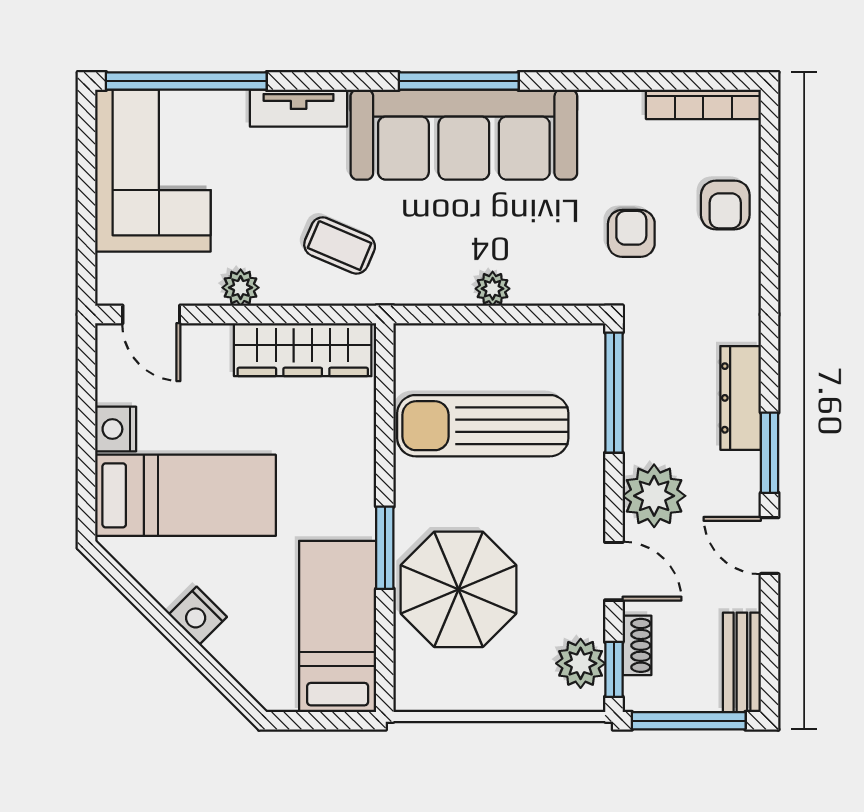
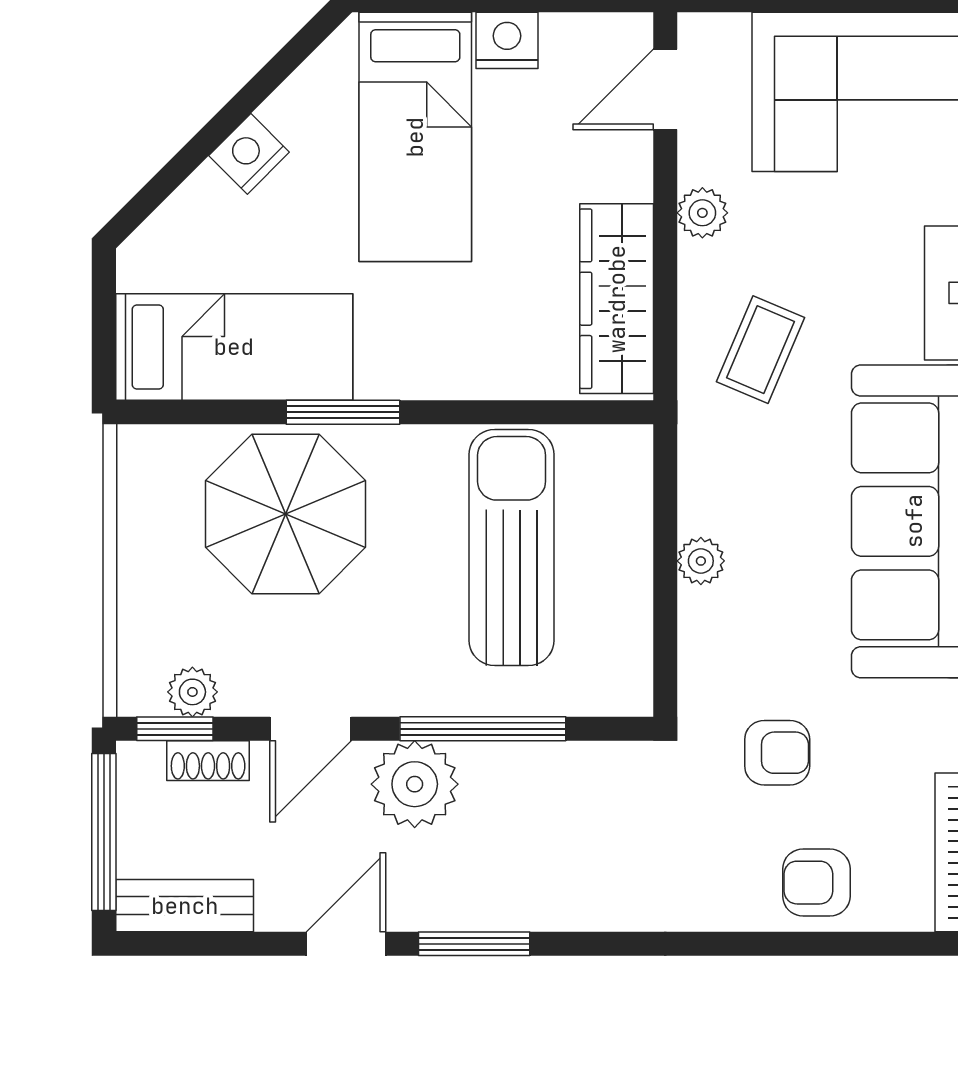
window: (614, 393) -> (483, 729), moved
dresser: (741, 398) -> (550, 904), removed
plant: (581, 663) -> (192, 692), width x0.73, depth x0.73

